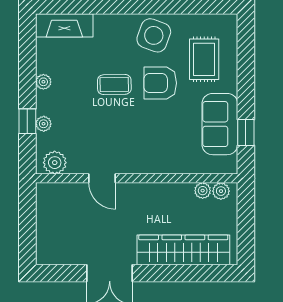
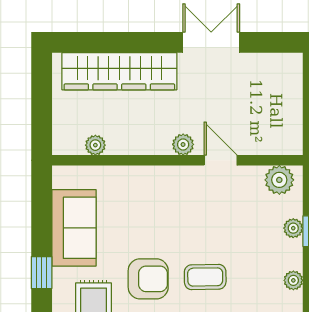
window: (246, 132) -> (42, 273), moved
plant: (221, 191) -> (183, 144), moved

